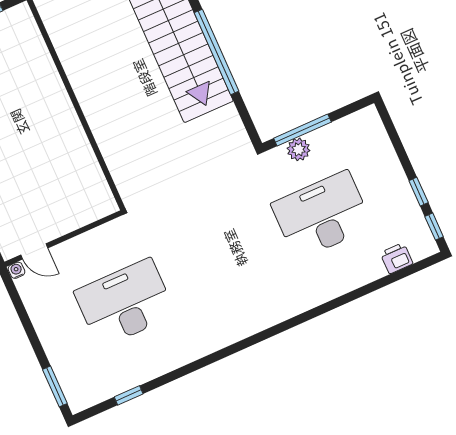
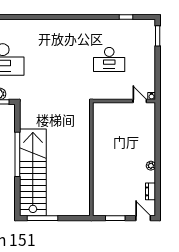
desk: (125, 303) -> (109, 59), width x0.73, depth x0.77

